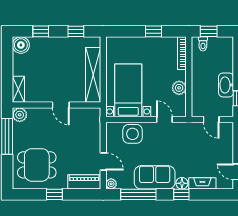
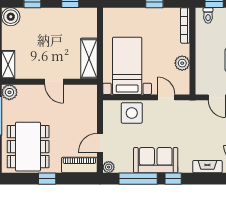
shelving: (93, 75) -> (89, 59), width x0.68
door: (103, 161) -> (100, 143), swing flipped
dining table: (37, 165) -> (28, 147), width x1.38
floor lamp: (182, 183) -> (185, 166), removed
window: (181, 194) -> (173, 179), moved

